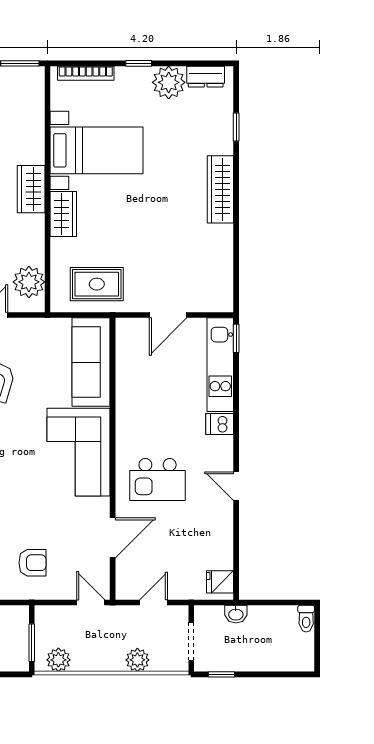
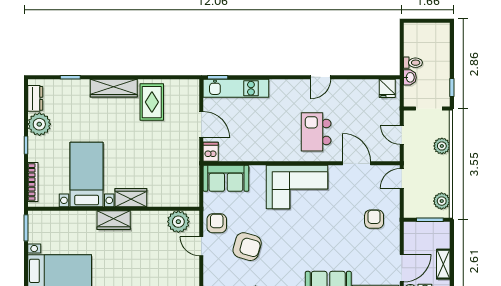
rug: (97, 284) -> (152, 102), moved
armchair: (27, 337) -> (217, 223), added
sofa: (91, 362) -> (226, 178), width x0.73
dishwasher: (220, 424) -> (211, 152), moved, turned 180
kitchen island: (158, 480) -> (316, 132), turned 180
toilet: (306, 619) -> (413, 63), moved

